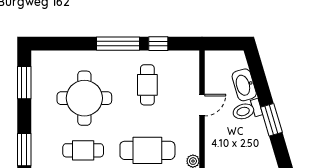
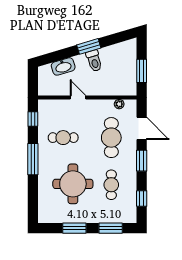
window: (158, 44) -> (33, 119), moved
window: (24, 83) -> (74, 228), moved
toilet: (247, 110) -> (94, 61), moved

